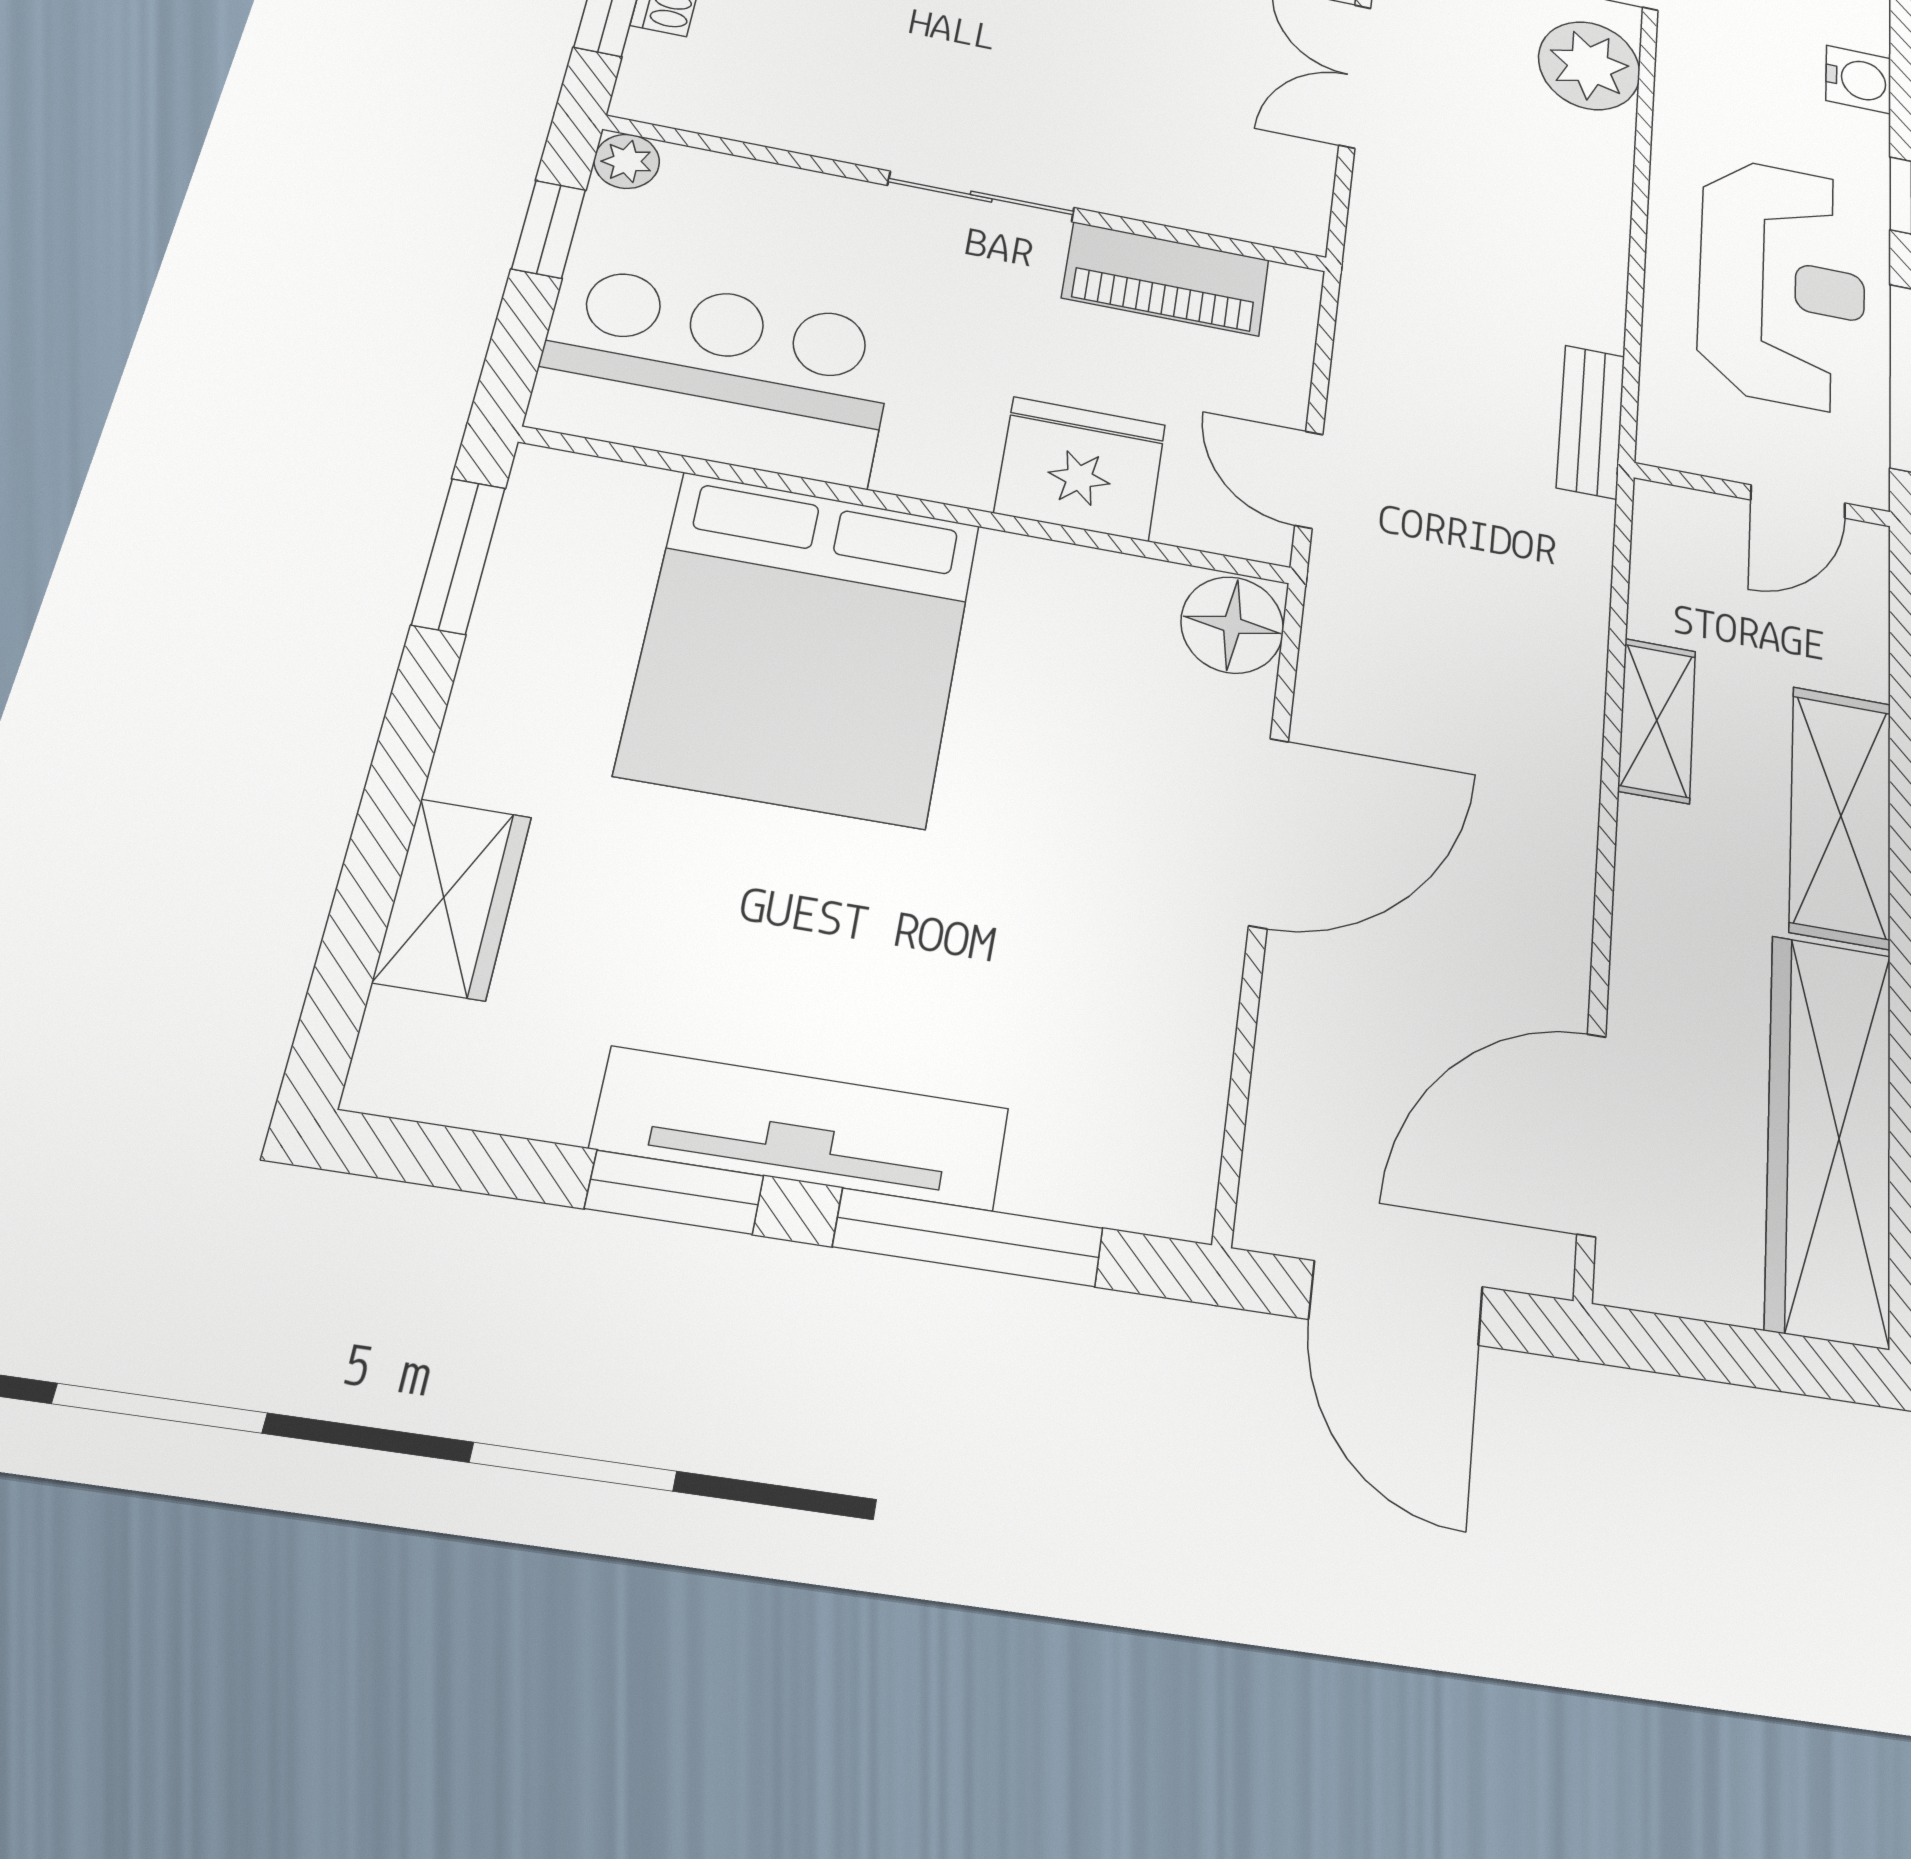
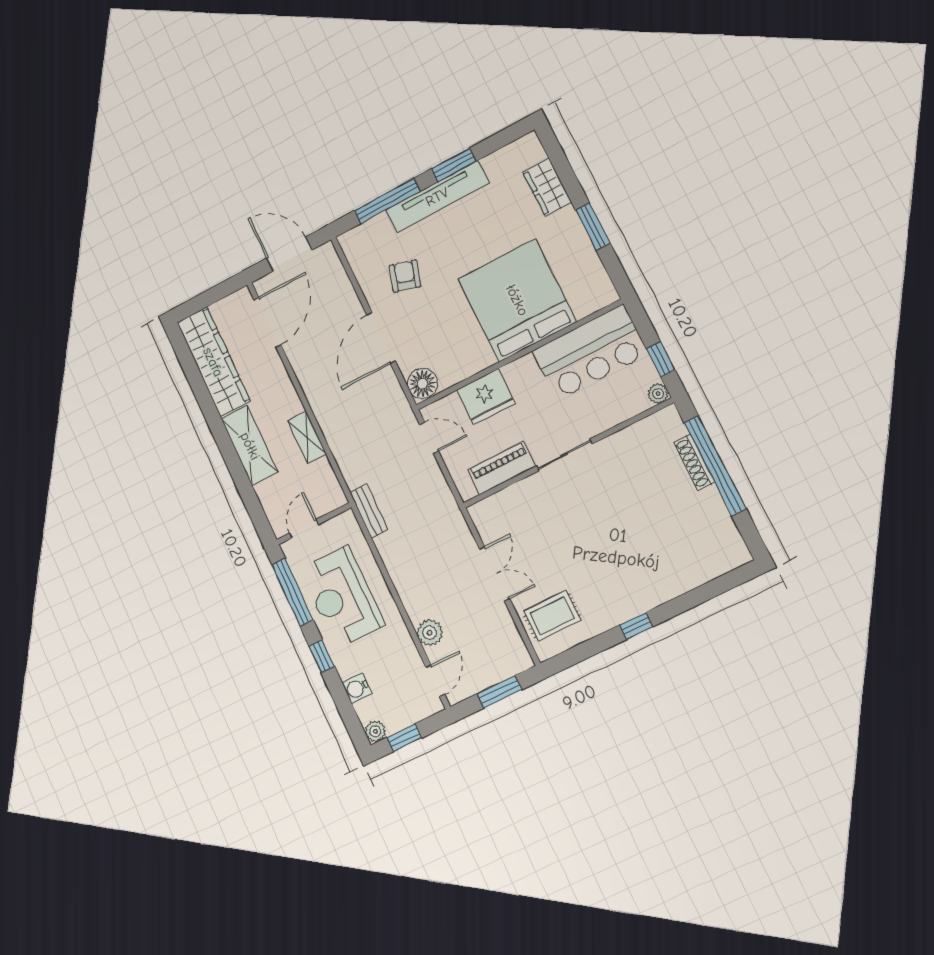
plant: (1589, 66) -> (430, 633), width x0.73, depth x0.73
window: (459, 556) -> (593, 227), moved
armchair: (1076, 958) -> (405, 276), added

